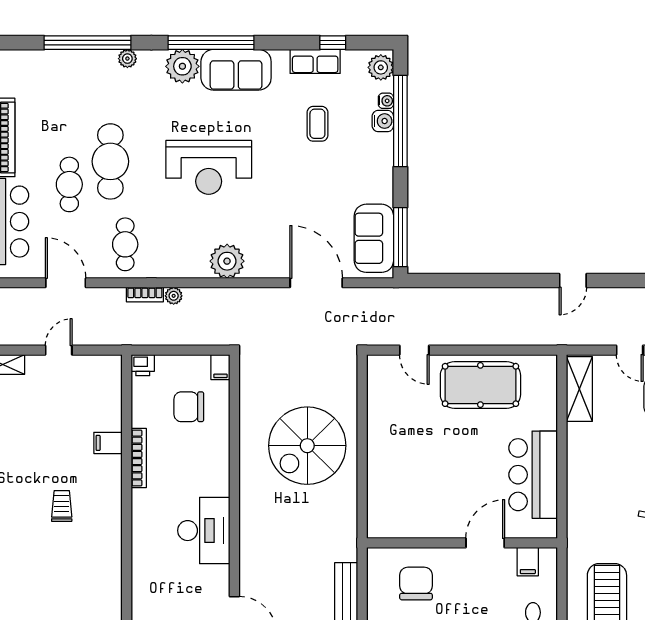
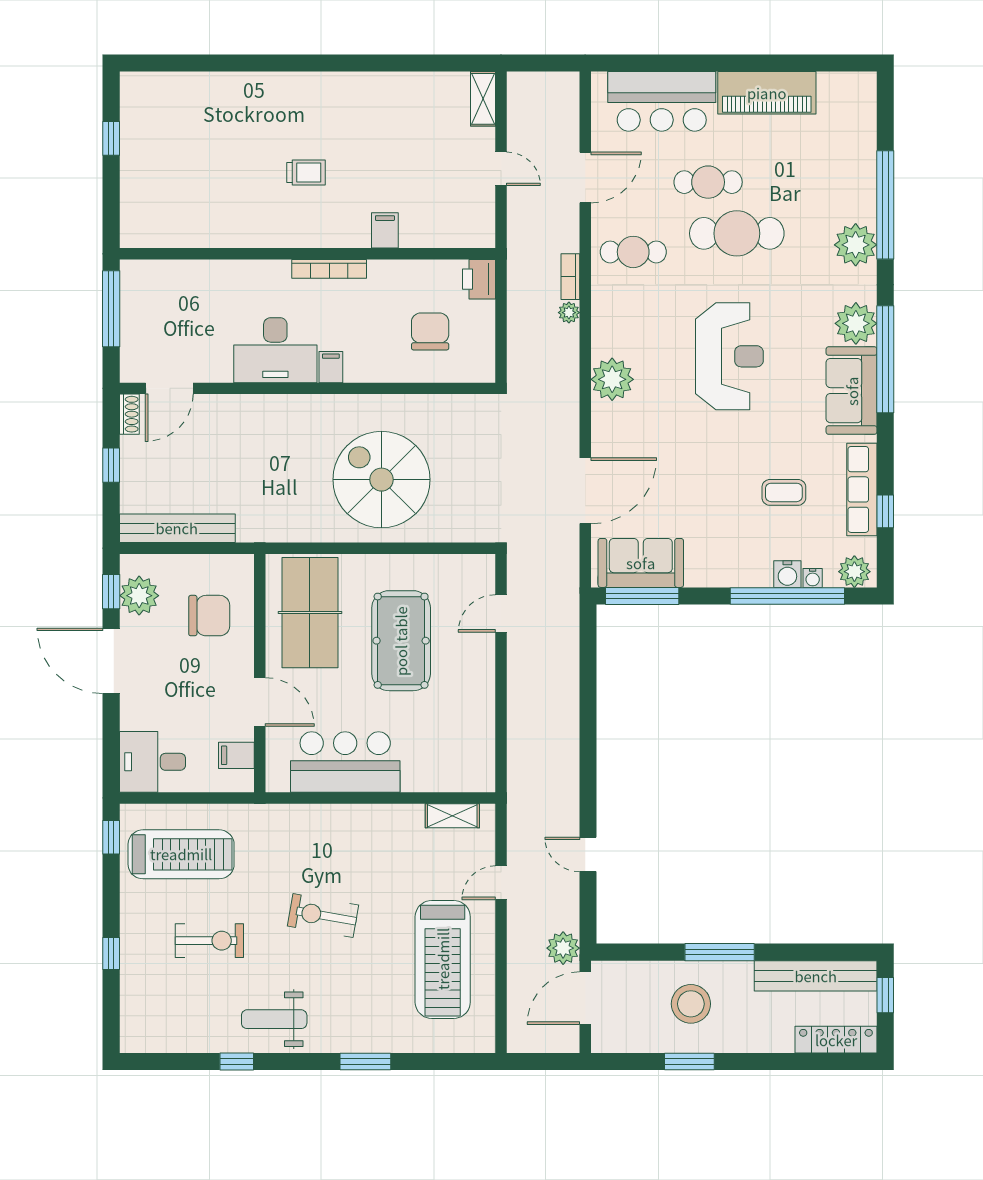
plant: (127, 59) -> (856, 245), width x1.88, depth x1.88
row of seats: (315, 61) -> (862, 489), width x1.48
reception desk: (209, 167) -> (729, 356), turned 180
door: (573, 281) -> (588, 854), moved
printer: (143, 365) -> (479, 279), width x1.36, depth x1.24
filing cabinet: (220, 367) -> (331, 367), moved, turned 90
pool table: (480, 385) -> (401, 641), moved
shelving: (579, 389) -> (452, 816), width x0.67, depth x0.75
bookcase: (139, 458) -> (329, 269), moved
table tennis table: (414, 503) -> (310, 613), added

